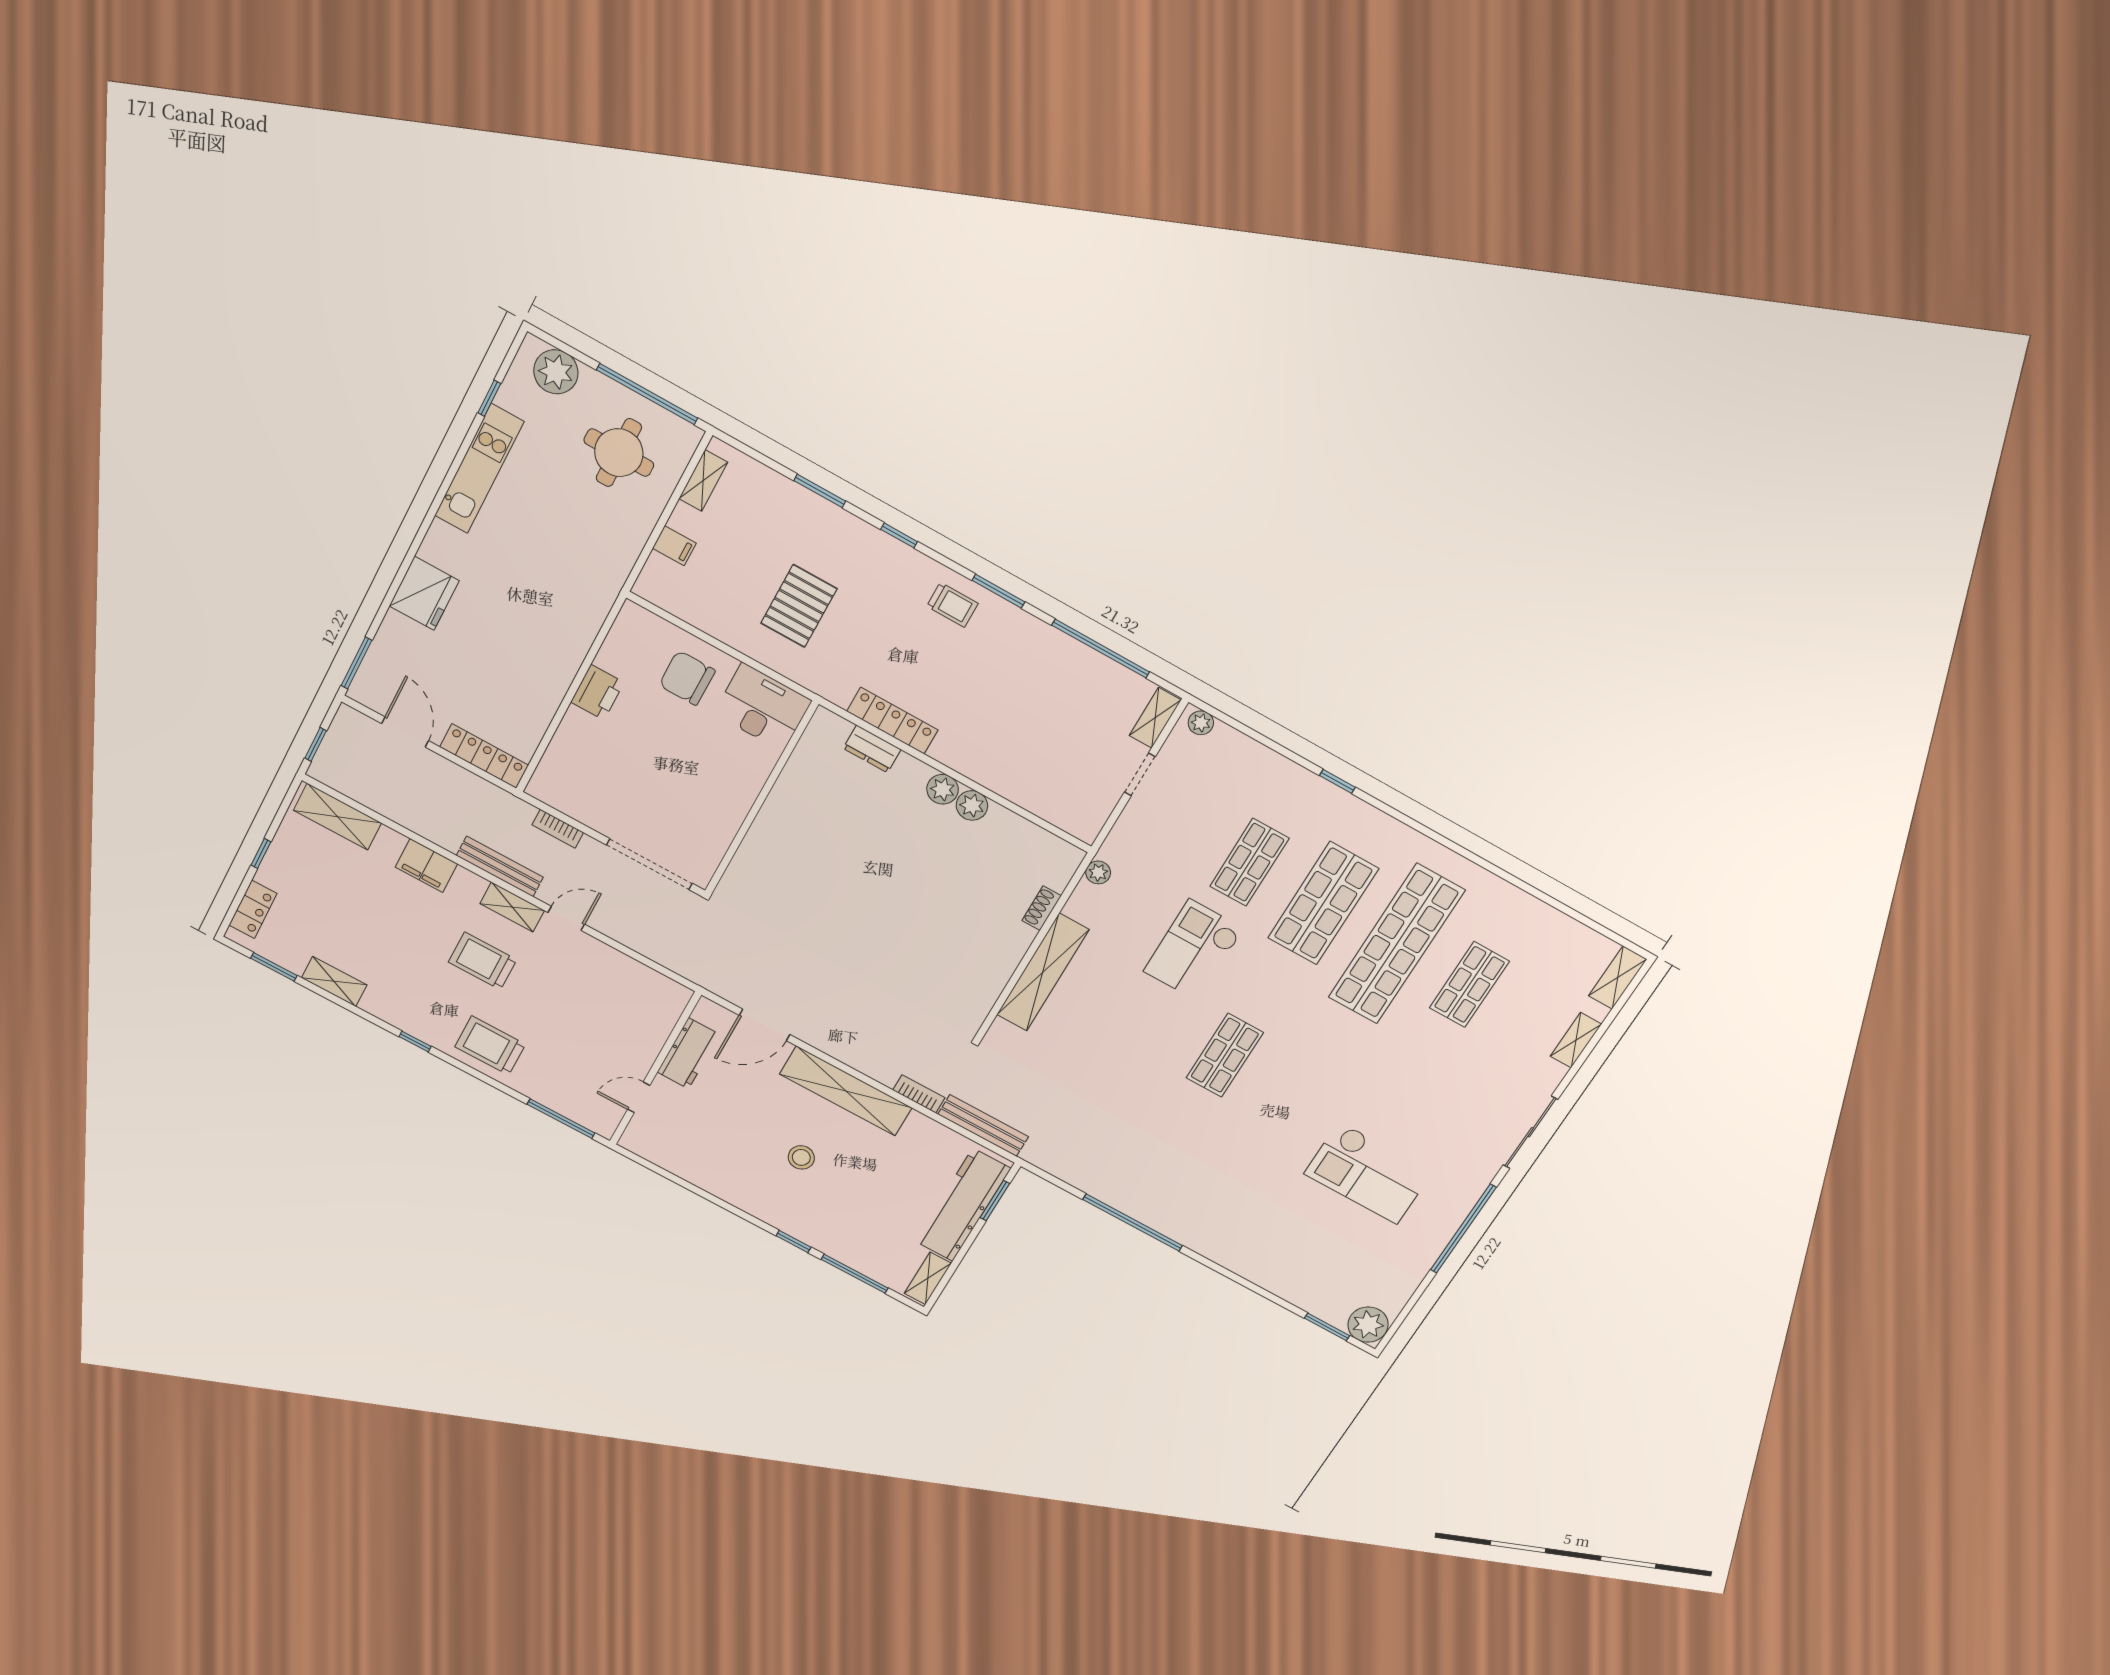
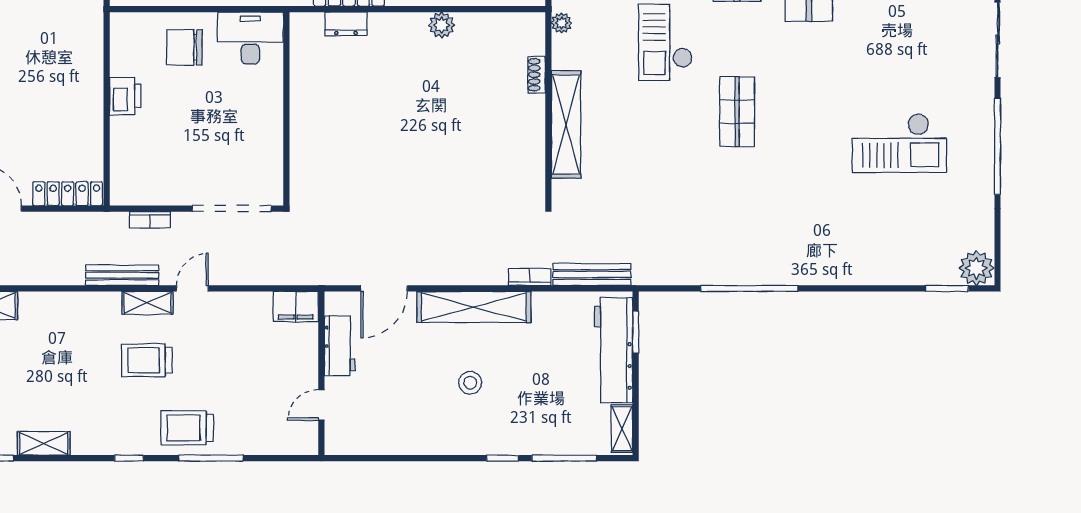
plant: (943, 789) -> (414, 25), removed
filing cabinet: (426, 866) -> (296, 307), moved
window: (561, 1119) -> (211, 458), moved

